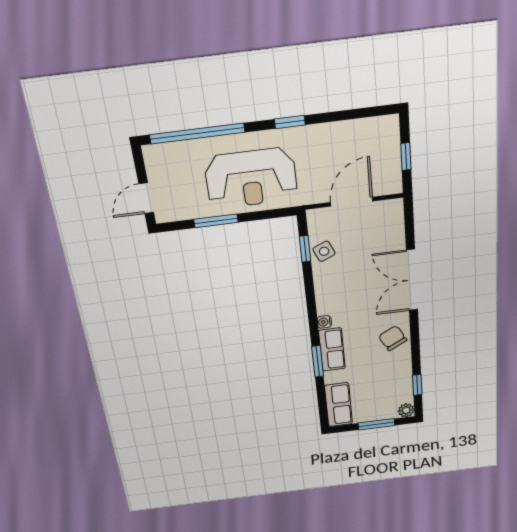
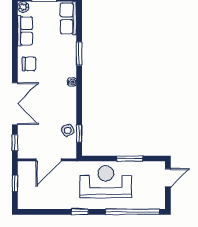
chair: (393, 338) -> (29, 64), turned -62
row of seats: (332, 350) -> (25, 31), moved, turned 180
window: (417, 385) -> (15, 143), moved

